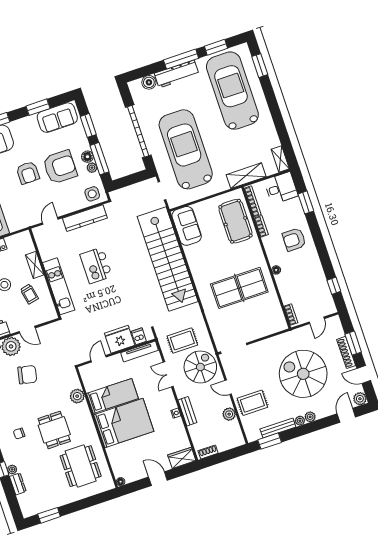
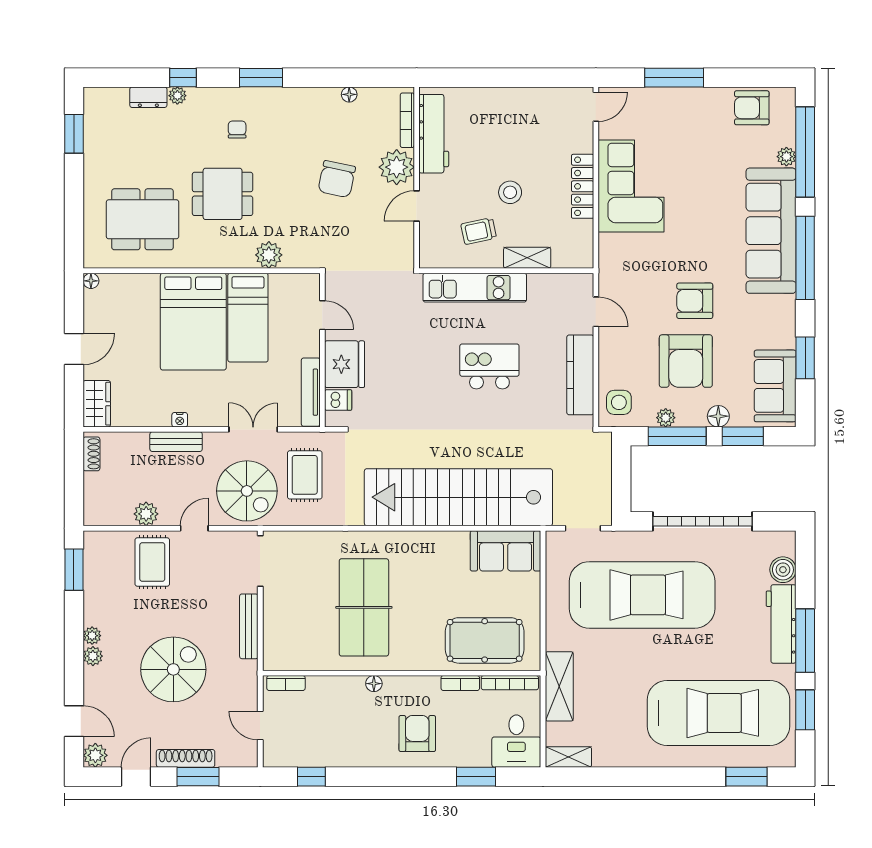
floor lamp: (87, 157) -> (718, 416), moved
spiral stairs: (303, 374) -> (173, 669), width x0.73, depth x0.73
bench: (278, 428) -> (249, 626), moved

